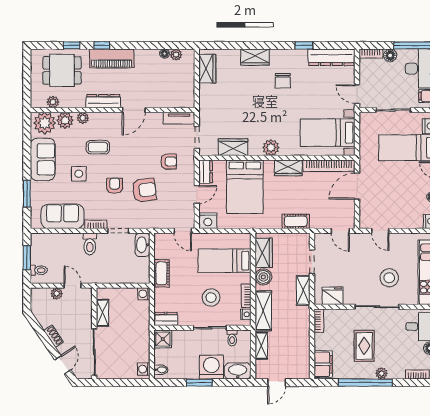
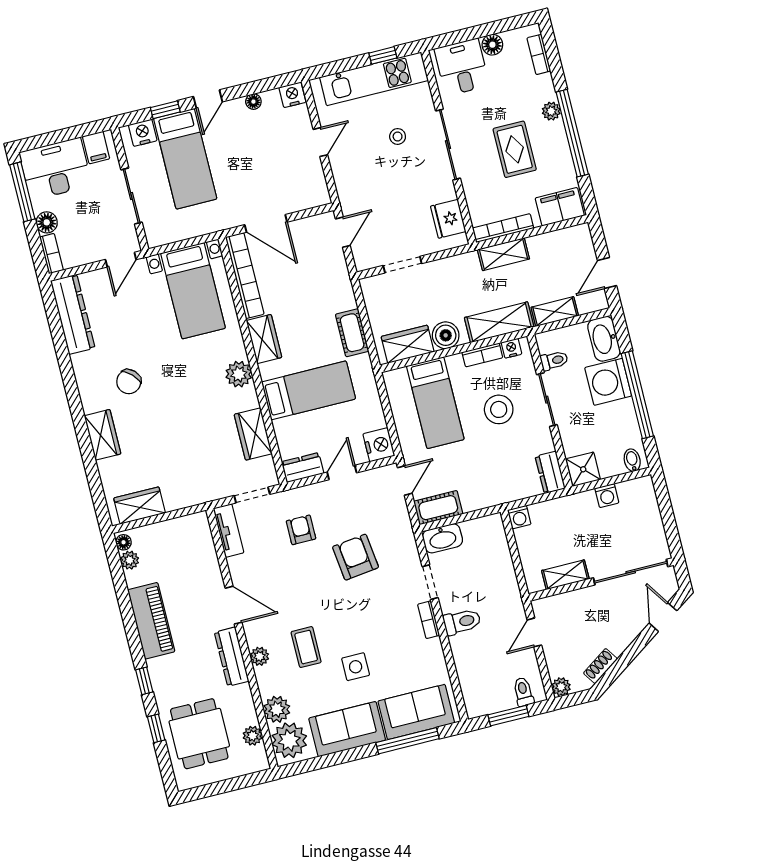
window: (304, 45) -> (65, 362), removed
floor lamp: (165, 54) -> (124, 542), moved
piano: (112, 58) -> (151, 621), moved
chair: (283, 81) -> (129, 382), turned 135
plant: (83, 118) -> (260, 656), moved
armchair: (115, 186) -> (360, 605), removed
bed: (245, 187) -> (309, 390), width x0.67
window: (27, 194) -> (407, 741), width x1.44
door: (197, 194) -> (342, 472), hinge flipped
sofa: (62, 216) -> (416, 712), moved, turned 90
cot: (296, 221) -> (352, 333), moved
door: (380, 231) -> (320, 142), moved
cot: (161, 273) -> (438, 508), moved
stool: (389, 278) -> (398, 136), width x0.53, depth x0.53
shelving: (303, 290) -> (503, 254), moved
plant: (57, 294) -> (561, 687), moved
bookcase: (319, 321) -> (503, 228), width x1.56
shoe rack: (54, 336) -> (600, 666), moved
rug: (364, 346) -> (515, 149), turned 90
door: (63, 365) -> (663, 617), hinge flipped
washing machine: (144, 369) -> (607, 496), moved
window: (199, 383) -> (637, 395), width x2.11
door: (277, 383) -> (607, 273), swing flipped

